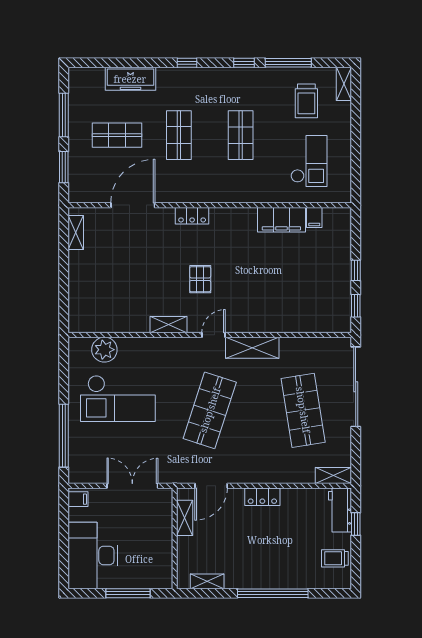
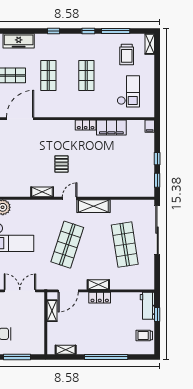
locker: (192, 216) -> (86, 125), moved
filing cabinet: (314, 217) -> (150, 126), moved
shelving: (333, 476) -> (98, 285), moved

